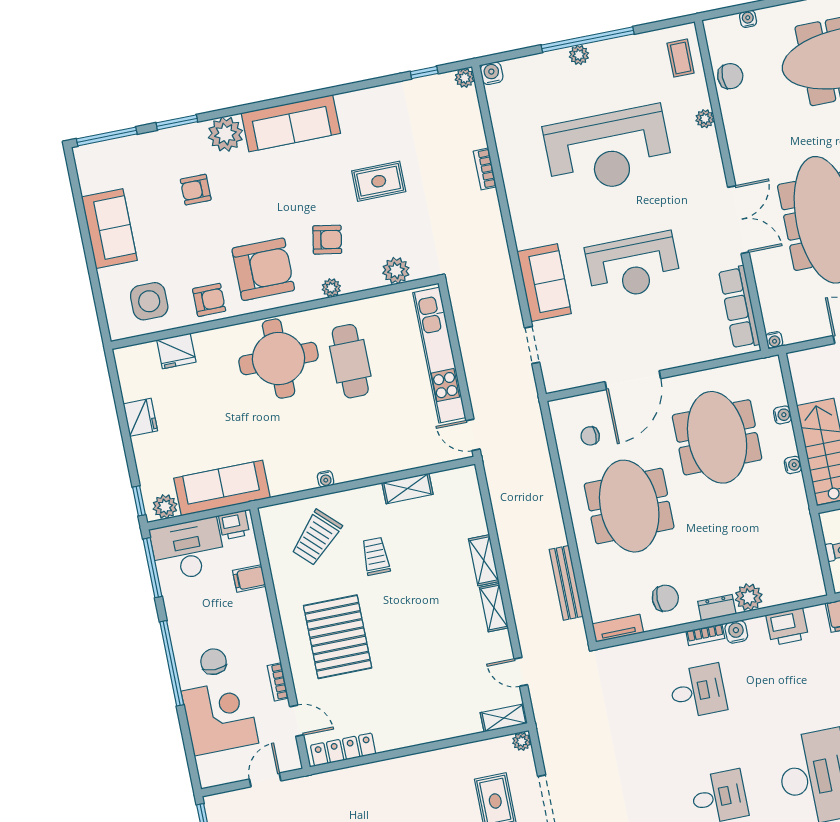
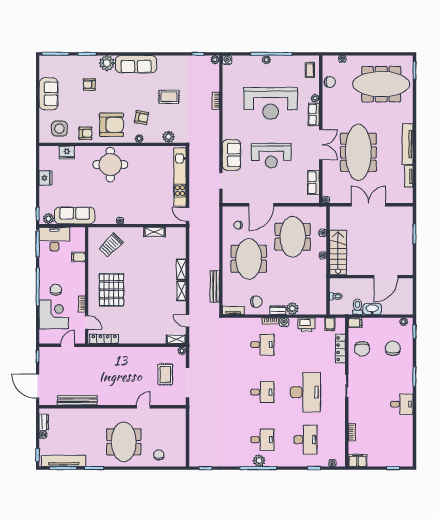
row of seats: (709, 155) -> (314, 114), added
row of seats: (739, 307) -> (313, 183), width x0.68
cafe table: (350, 361) -> (141, 172), removed
printer: (234, 525) -> (77, 233), removed
trolley: (376, 556) -> (135, 258), removed

